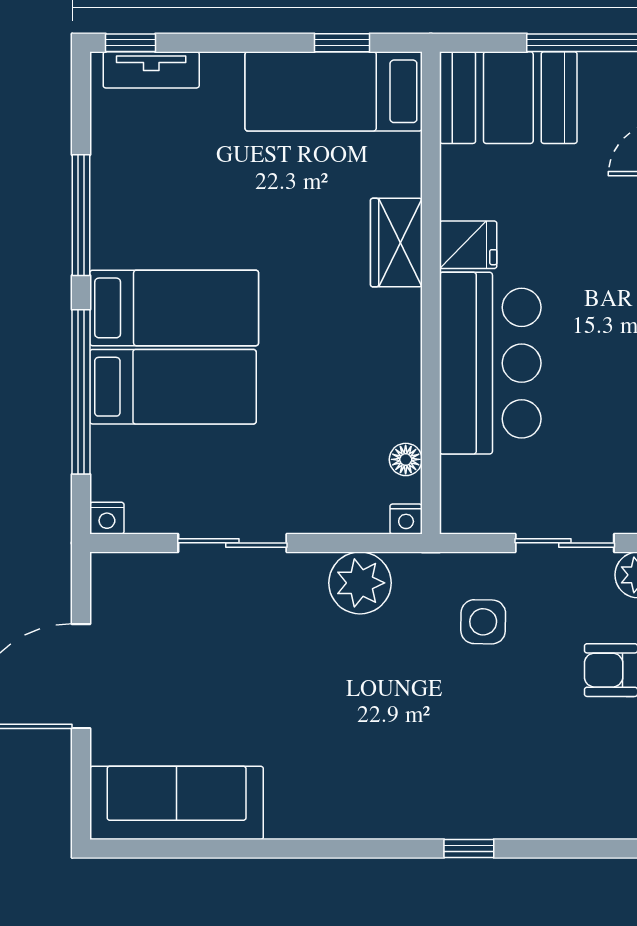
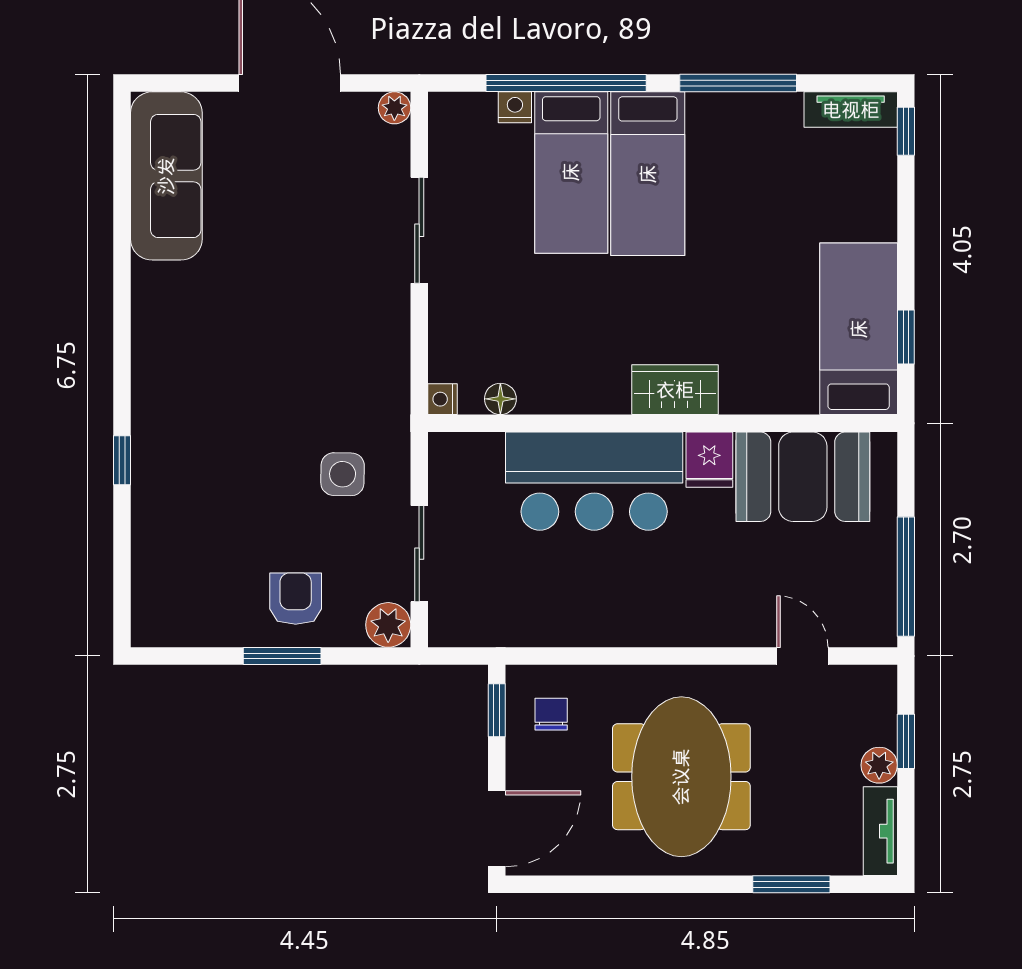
tv unit: (151, 70) -> (851, 110), moved, turned -90
booth: (508, 98) -> (803, 477), moved, turned 90
wardrobe: (396, 243) -> (675, 390), moved
nightstand: (107, 518) -> (515, 107), moved, turned 90
plant: (360, 583) -> (394, 108), moved, width x0.53, depth x0.53

